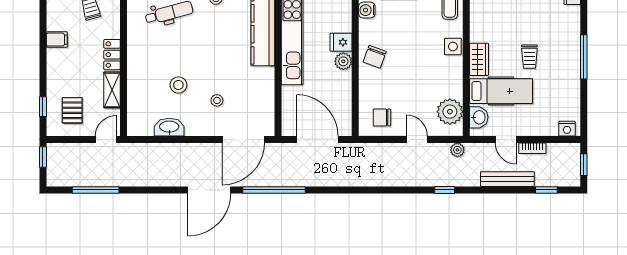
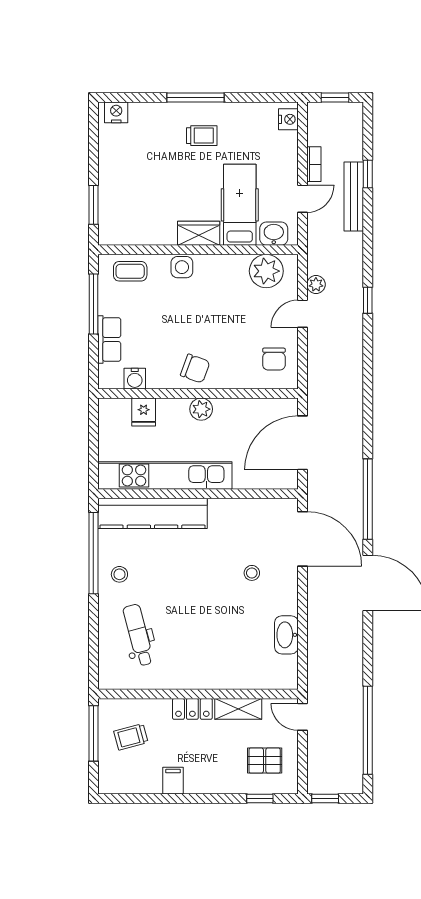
fridge: (341, 42) -> (144, 412), moved
trolley: (529, 57) -> (202, 136), moved
stool: (178, 85) -> (232, 623), removed
plant: (457, 150) -> (316, 285), moved
window: (96, 190) -> (368, 730), width x1.46
window: (445, 190) -> (368, 300), moved
window: (546, 190) -> (368, 174), moved

